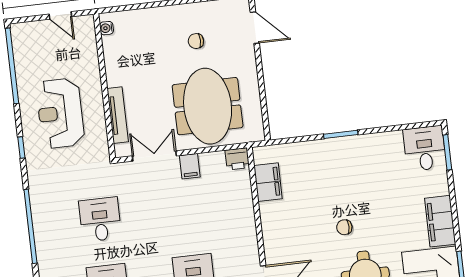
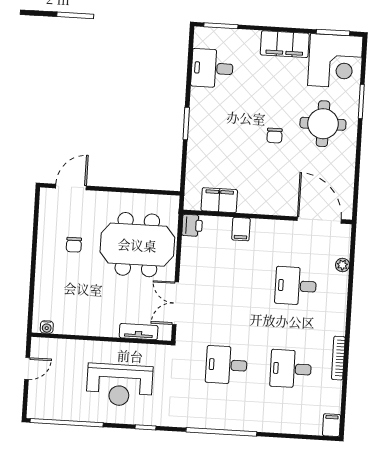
tv unit: (118, 115) -> (139, 332), width x0.71
desk: (425, 148) -> (212, 68), moved
filing cabinet: (190, 166) -> (241, 229), moved, turned 90

